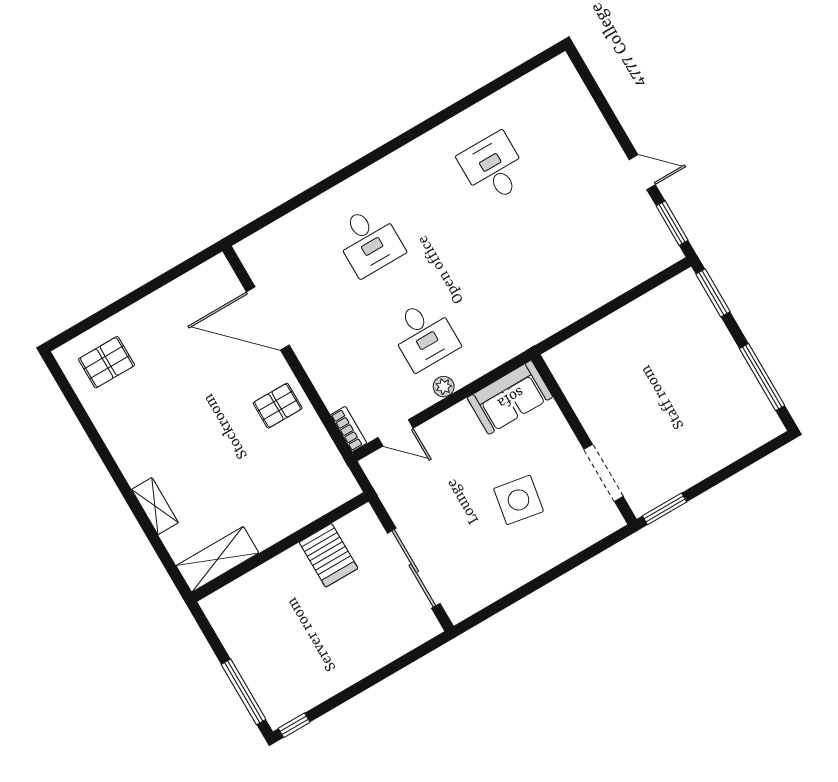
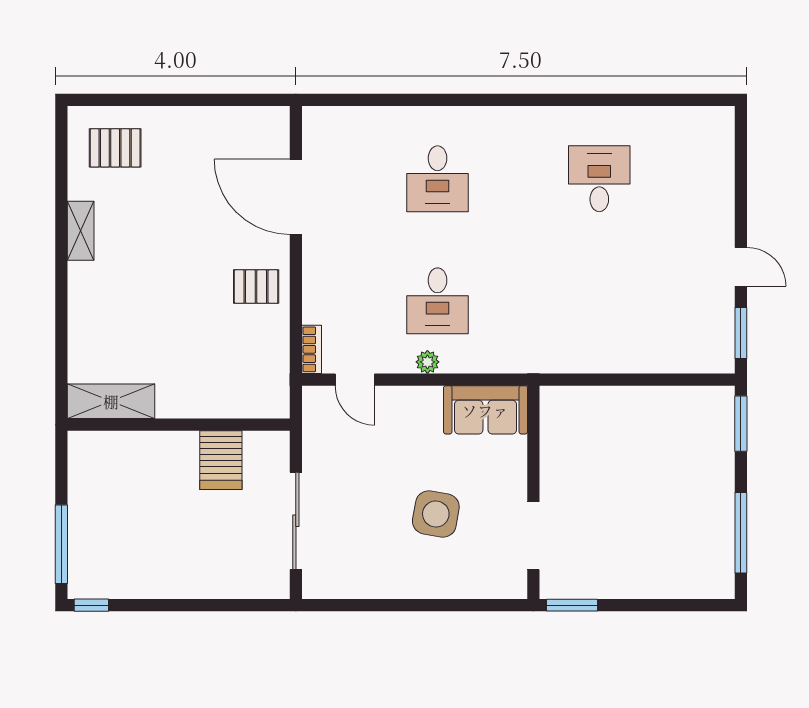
shelving: (155, 506) -> (81, 231), moved

